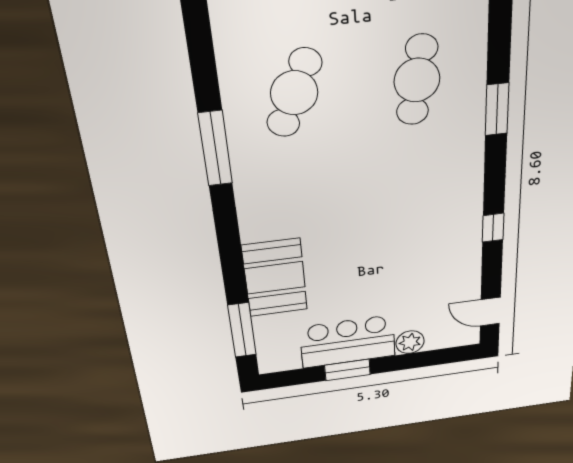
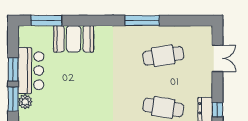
cafe table: (294, 93) -> (163, 56), turned -33
window: (405, 362) -> (13, 99), added

